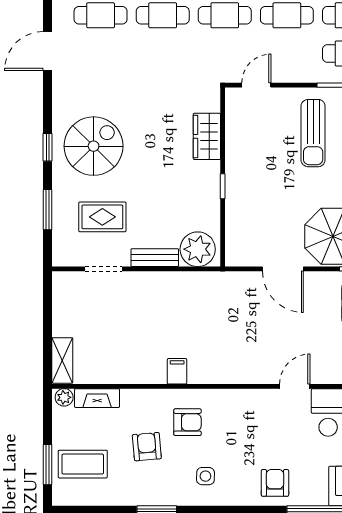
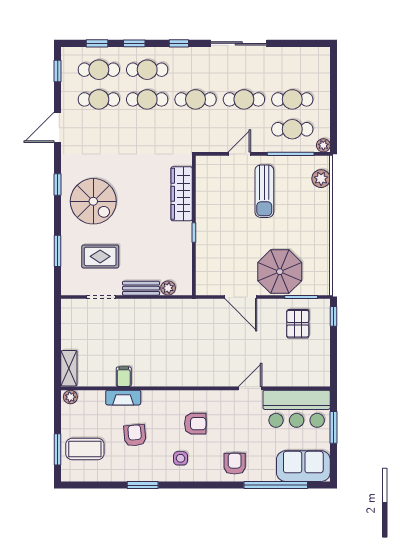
door: (256, 85) -> (239, 154), moved
wardrobe: (207, 136) -> (182, 194), width x1.50
spiral stairs: (94, 146) -> (93, 201), turned 90
window: (48, 147) -> (58, 184), moved
plant: (198, 249) -> (168, 288), width x0.53, depth x0.53
filing cabinet: (177, 371) -> (124, 377), moved
fireplace: (97, 398) -> (123, 398), moved
armchair: (187, 422) -> (195, 424), moved

